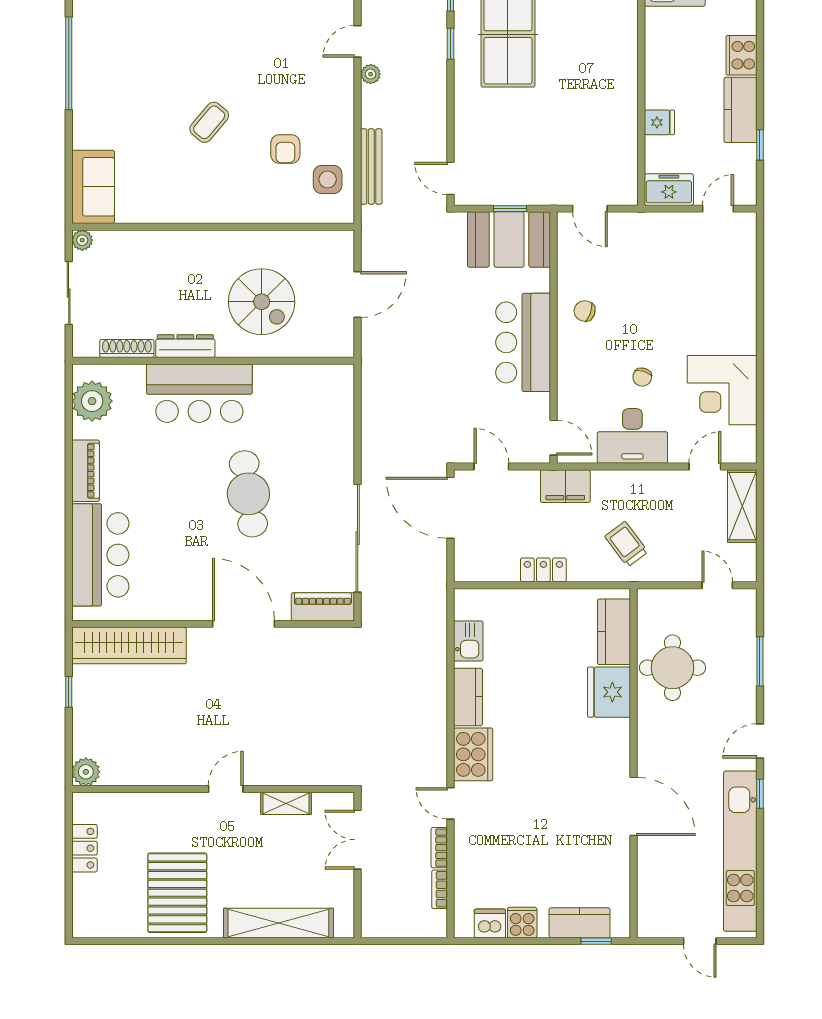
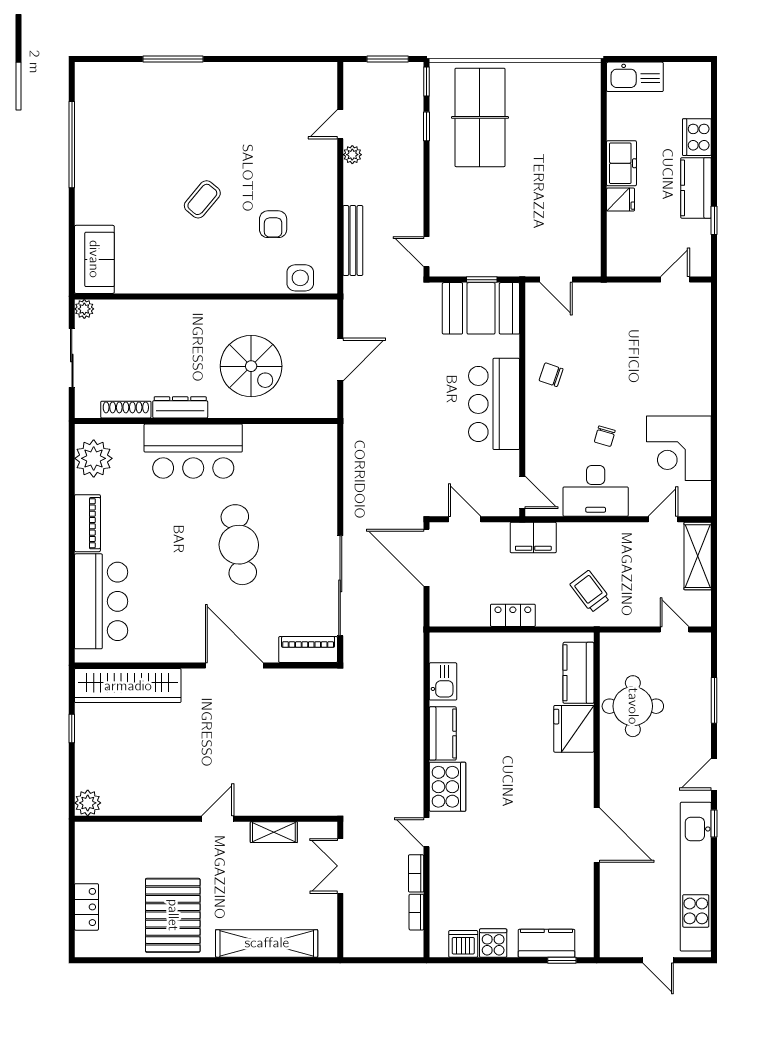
side table: (328, 180) -> (300, 278), moved
freezer: (669, 190) -> (621, 163), moved, turned 90
locker: (85, 848) -> (86, 907), moved

